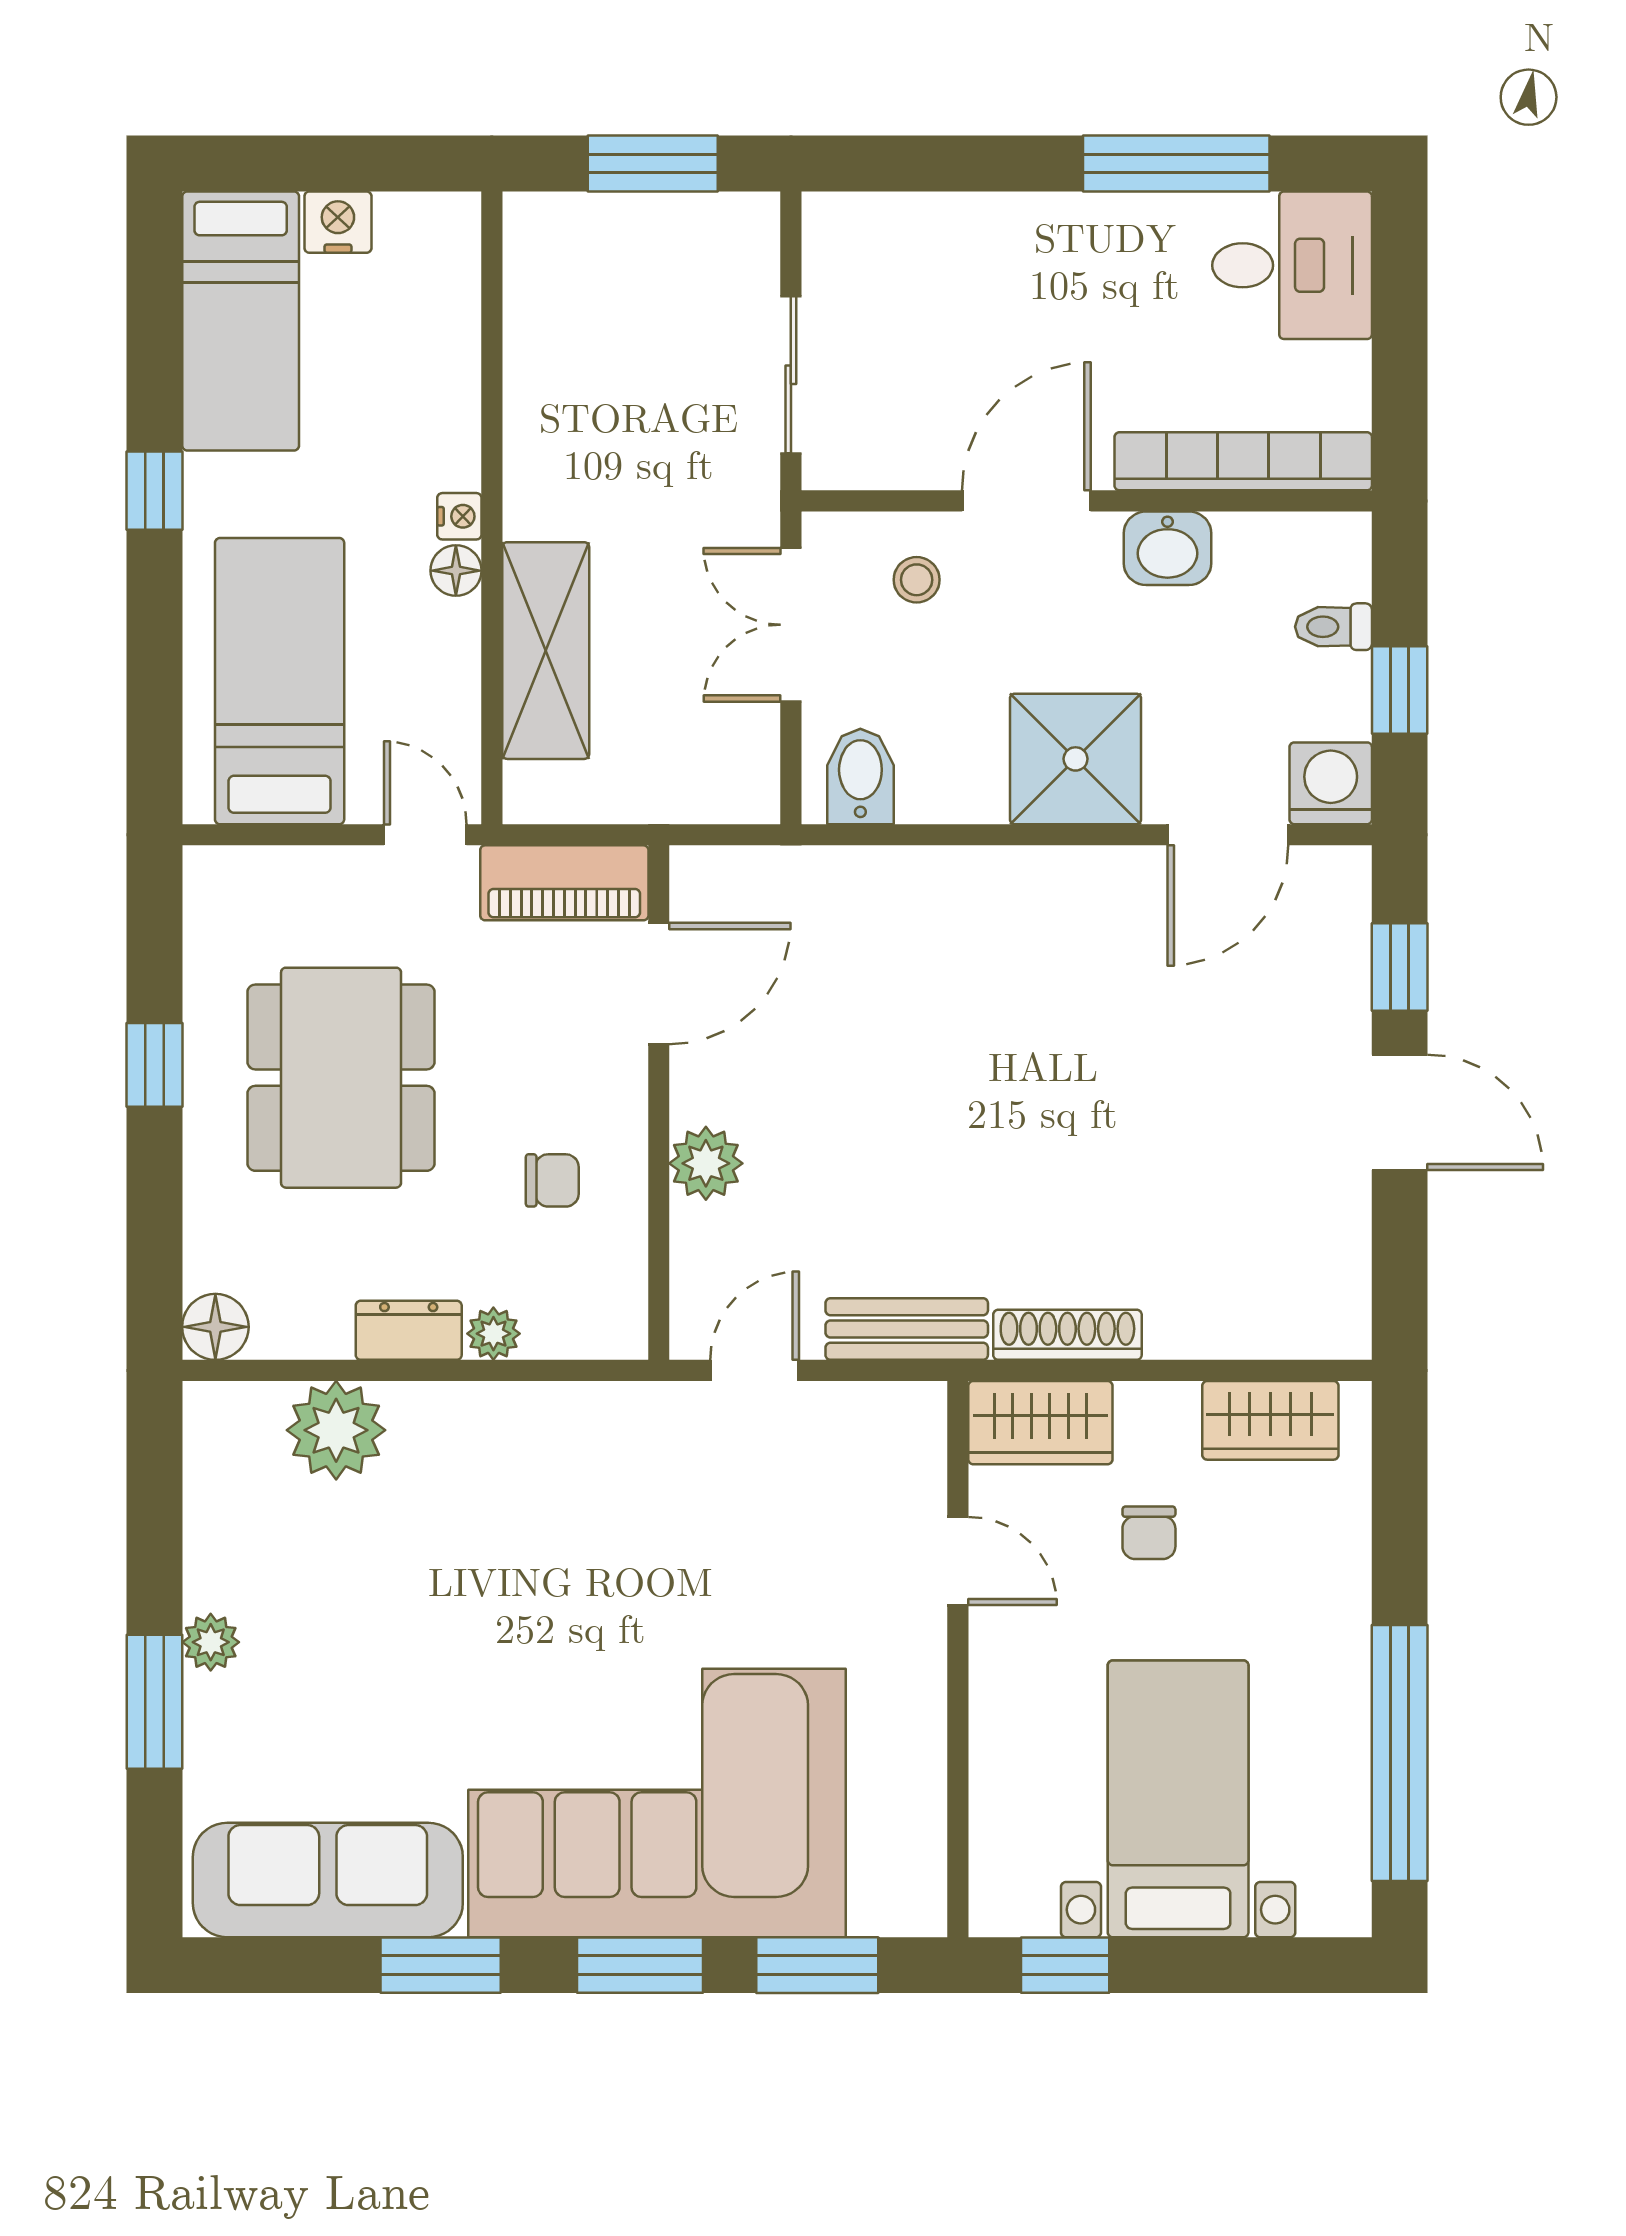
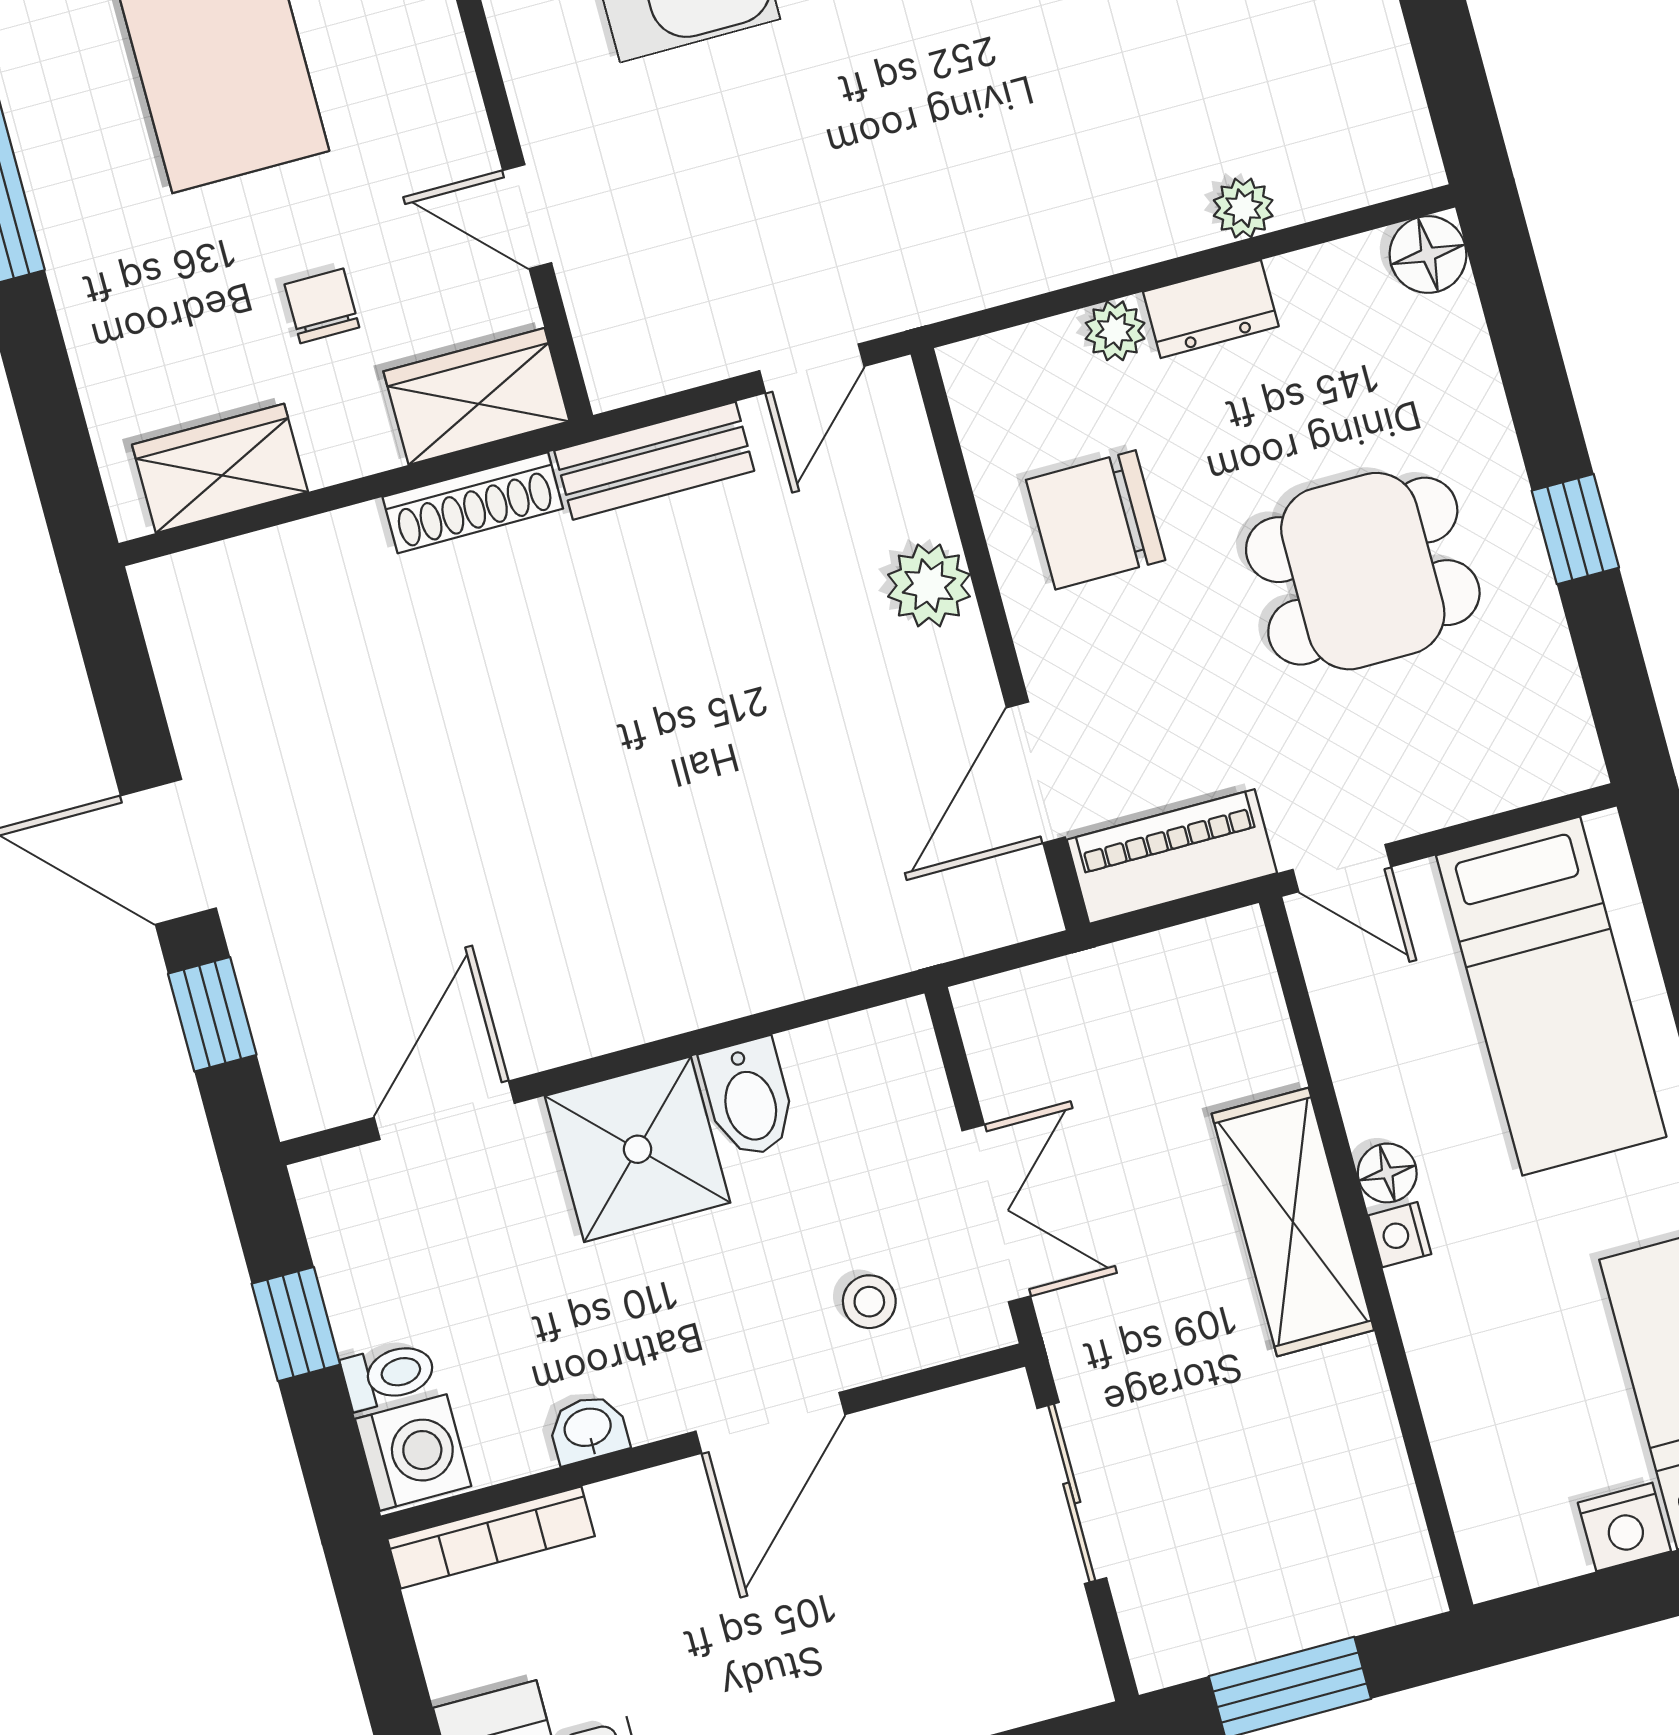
bookcase: (1243, 461) -> (491, 1537), width x0.68, depth x0.76
washbasin: (1168, 548) -> (588, 1429), width x0.72, depth x0.69
shelving: (546, 651) -> (1293, 1222), moved
bidet: (860, 776) -> (749, 1098), moved
washing machine: (1331, 783) -> (413, 1453), moved, turned -90
dining table: (341, 1078) -> (1363, 571), width x0.73
chair: (552, 1180) -> (1096, 520), width x1.87, depth x1.87
plant: (336, 1430) -> (1243, 208), width x0.53, depth x0.53

